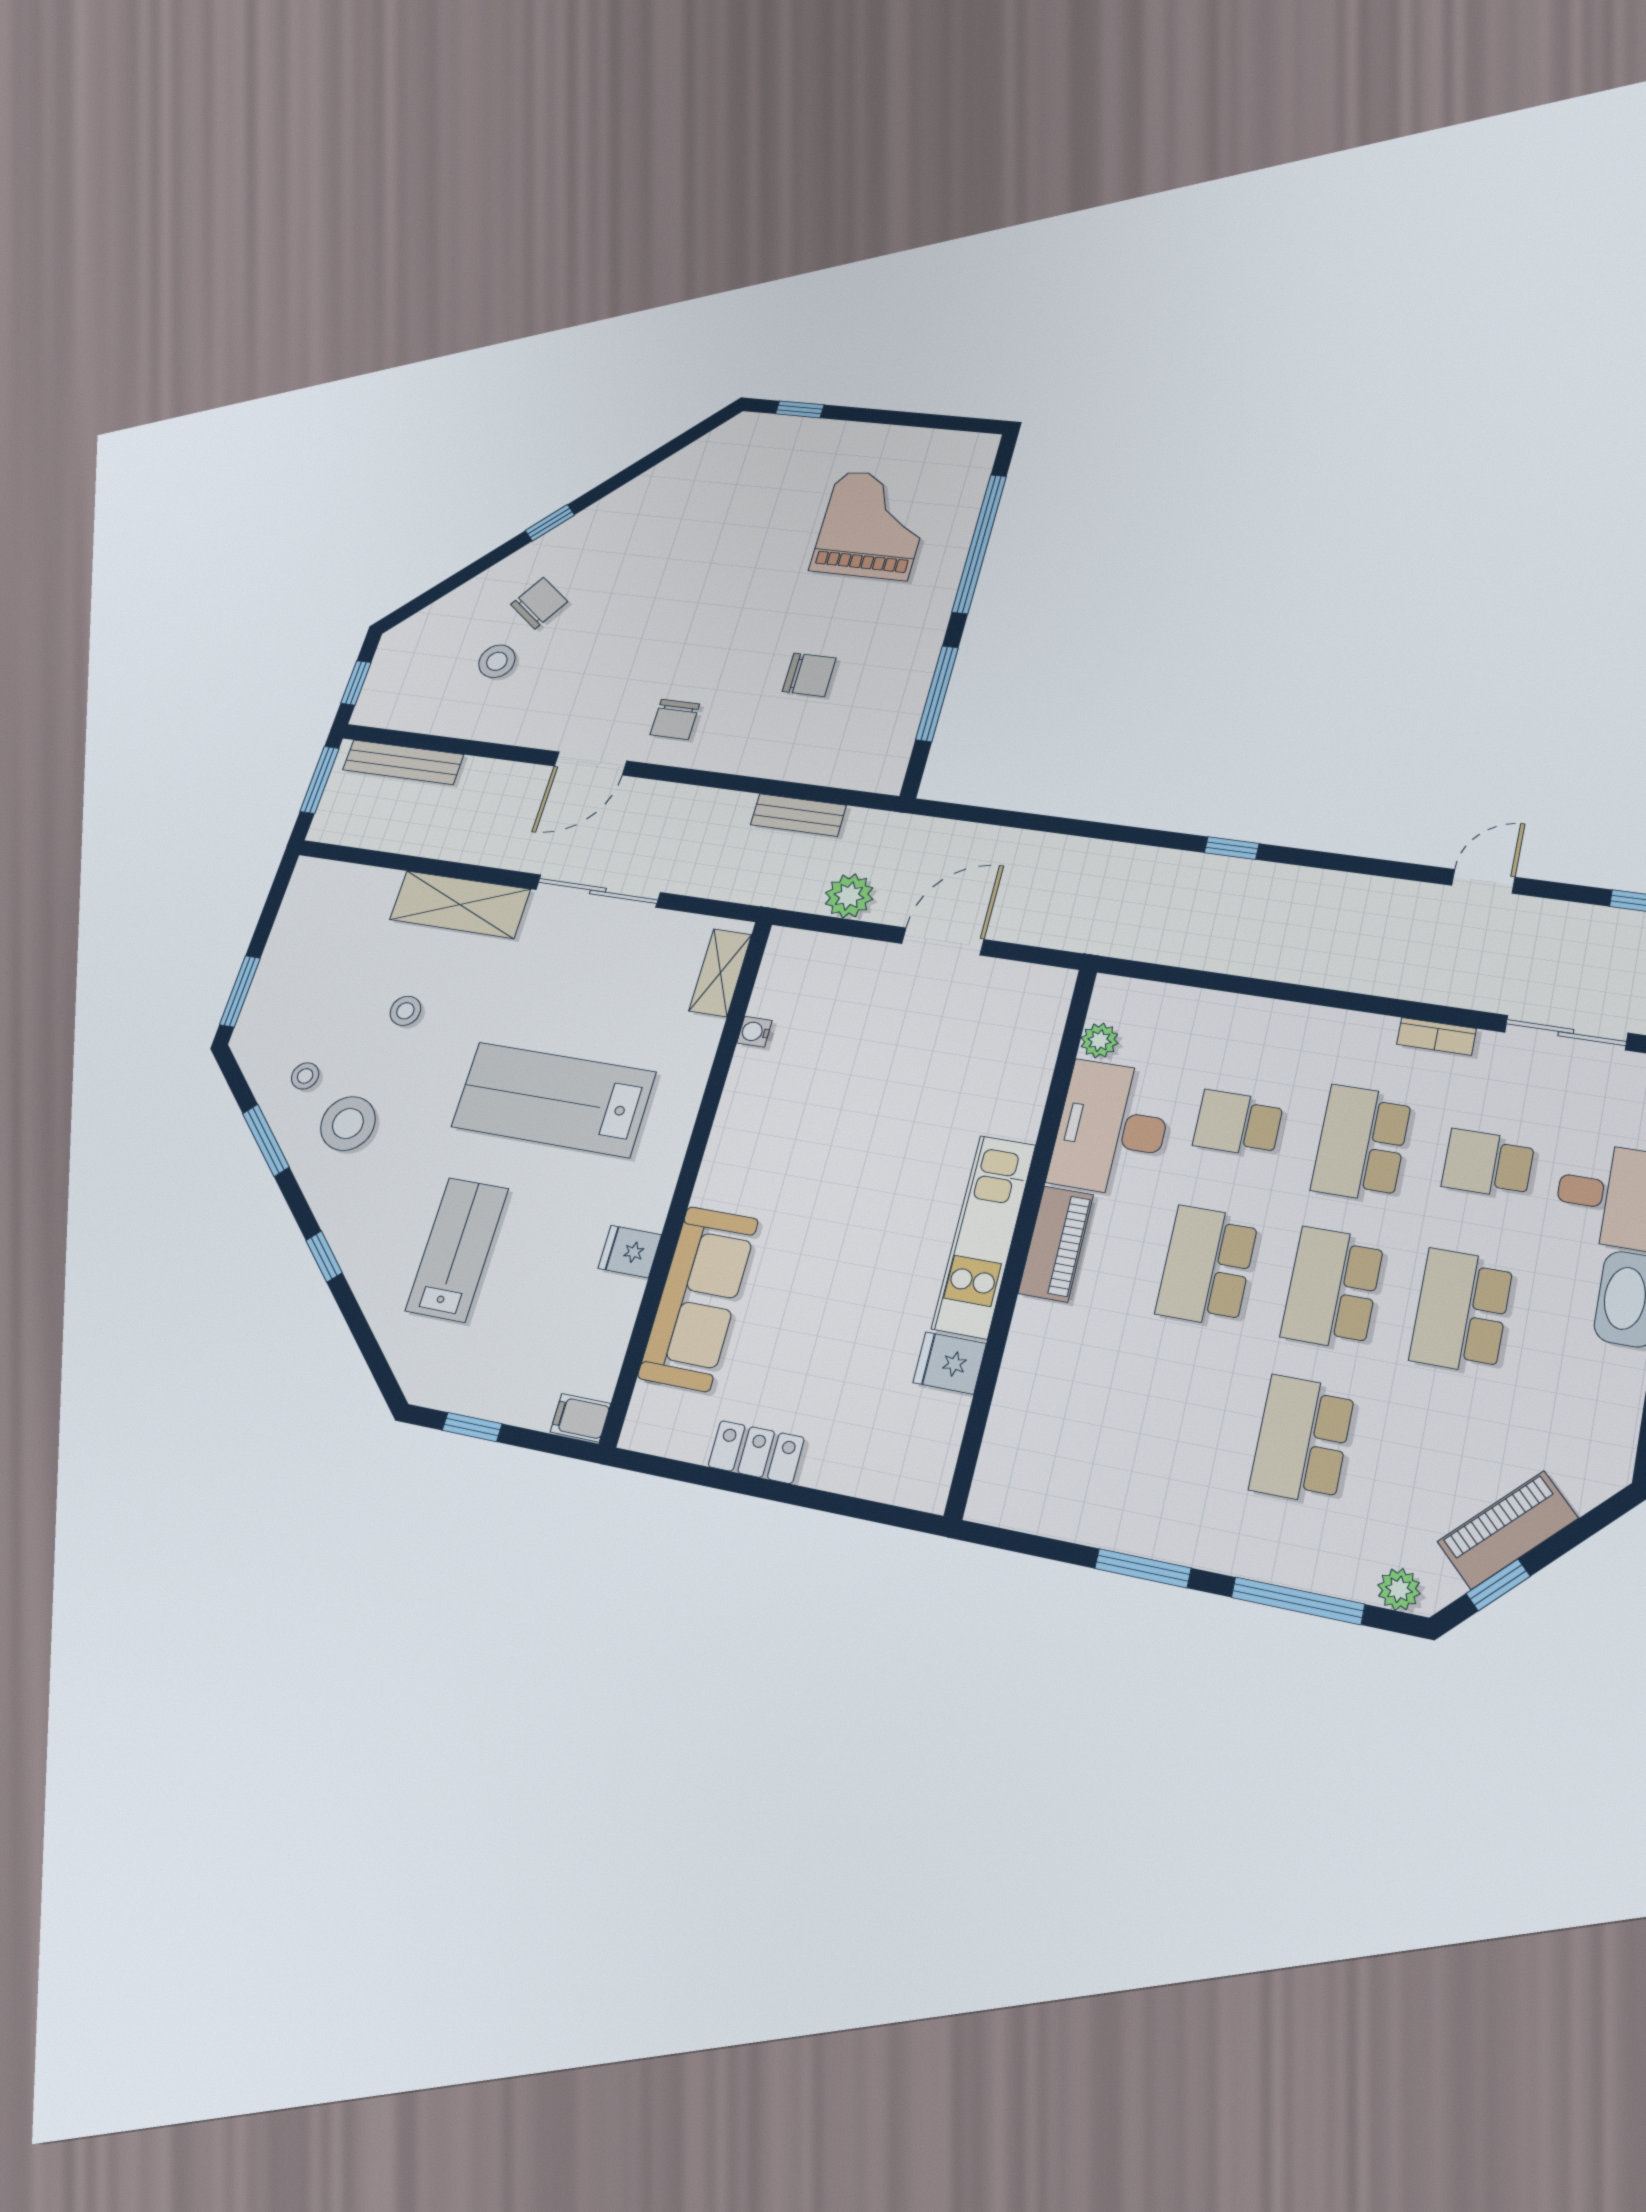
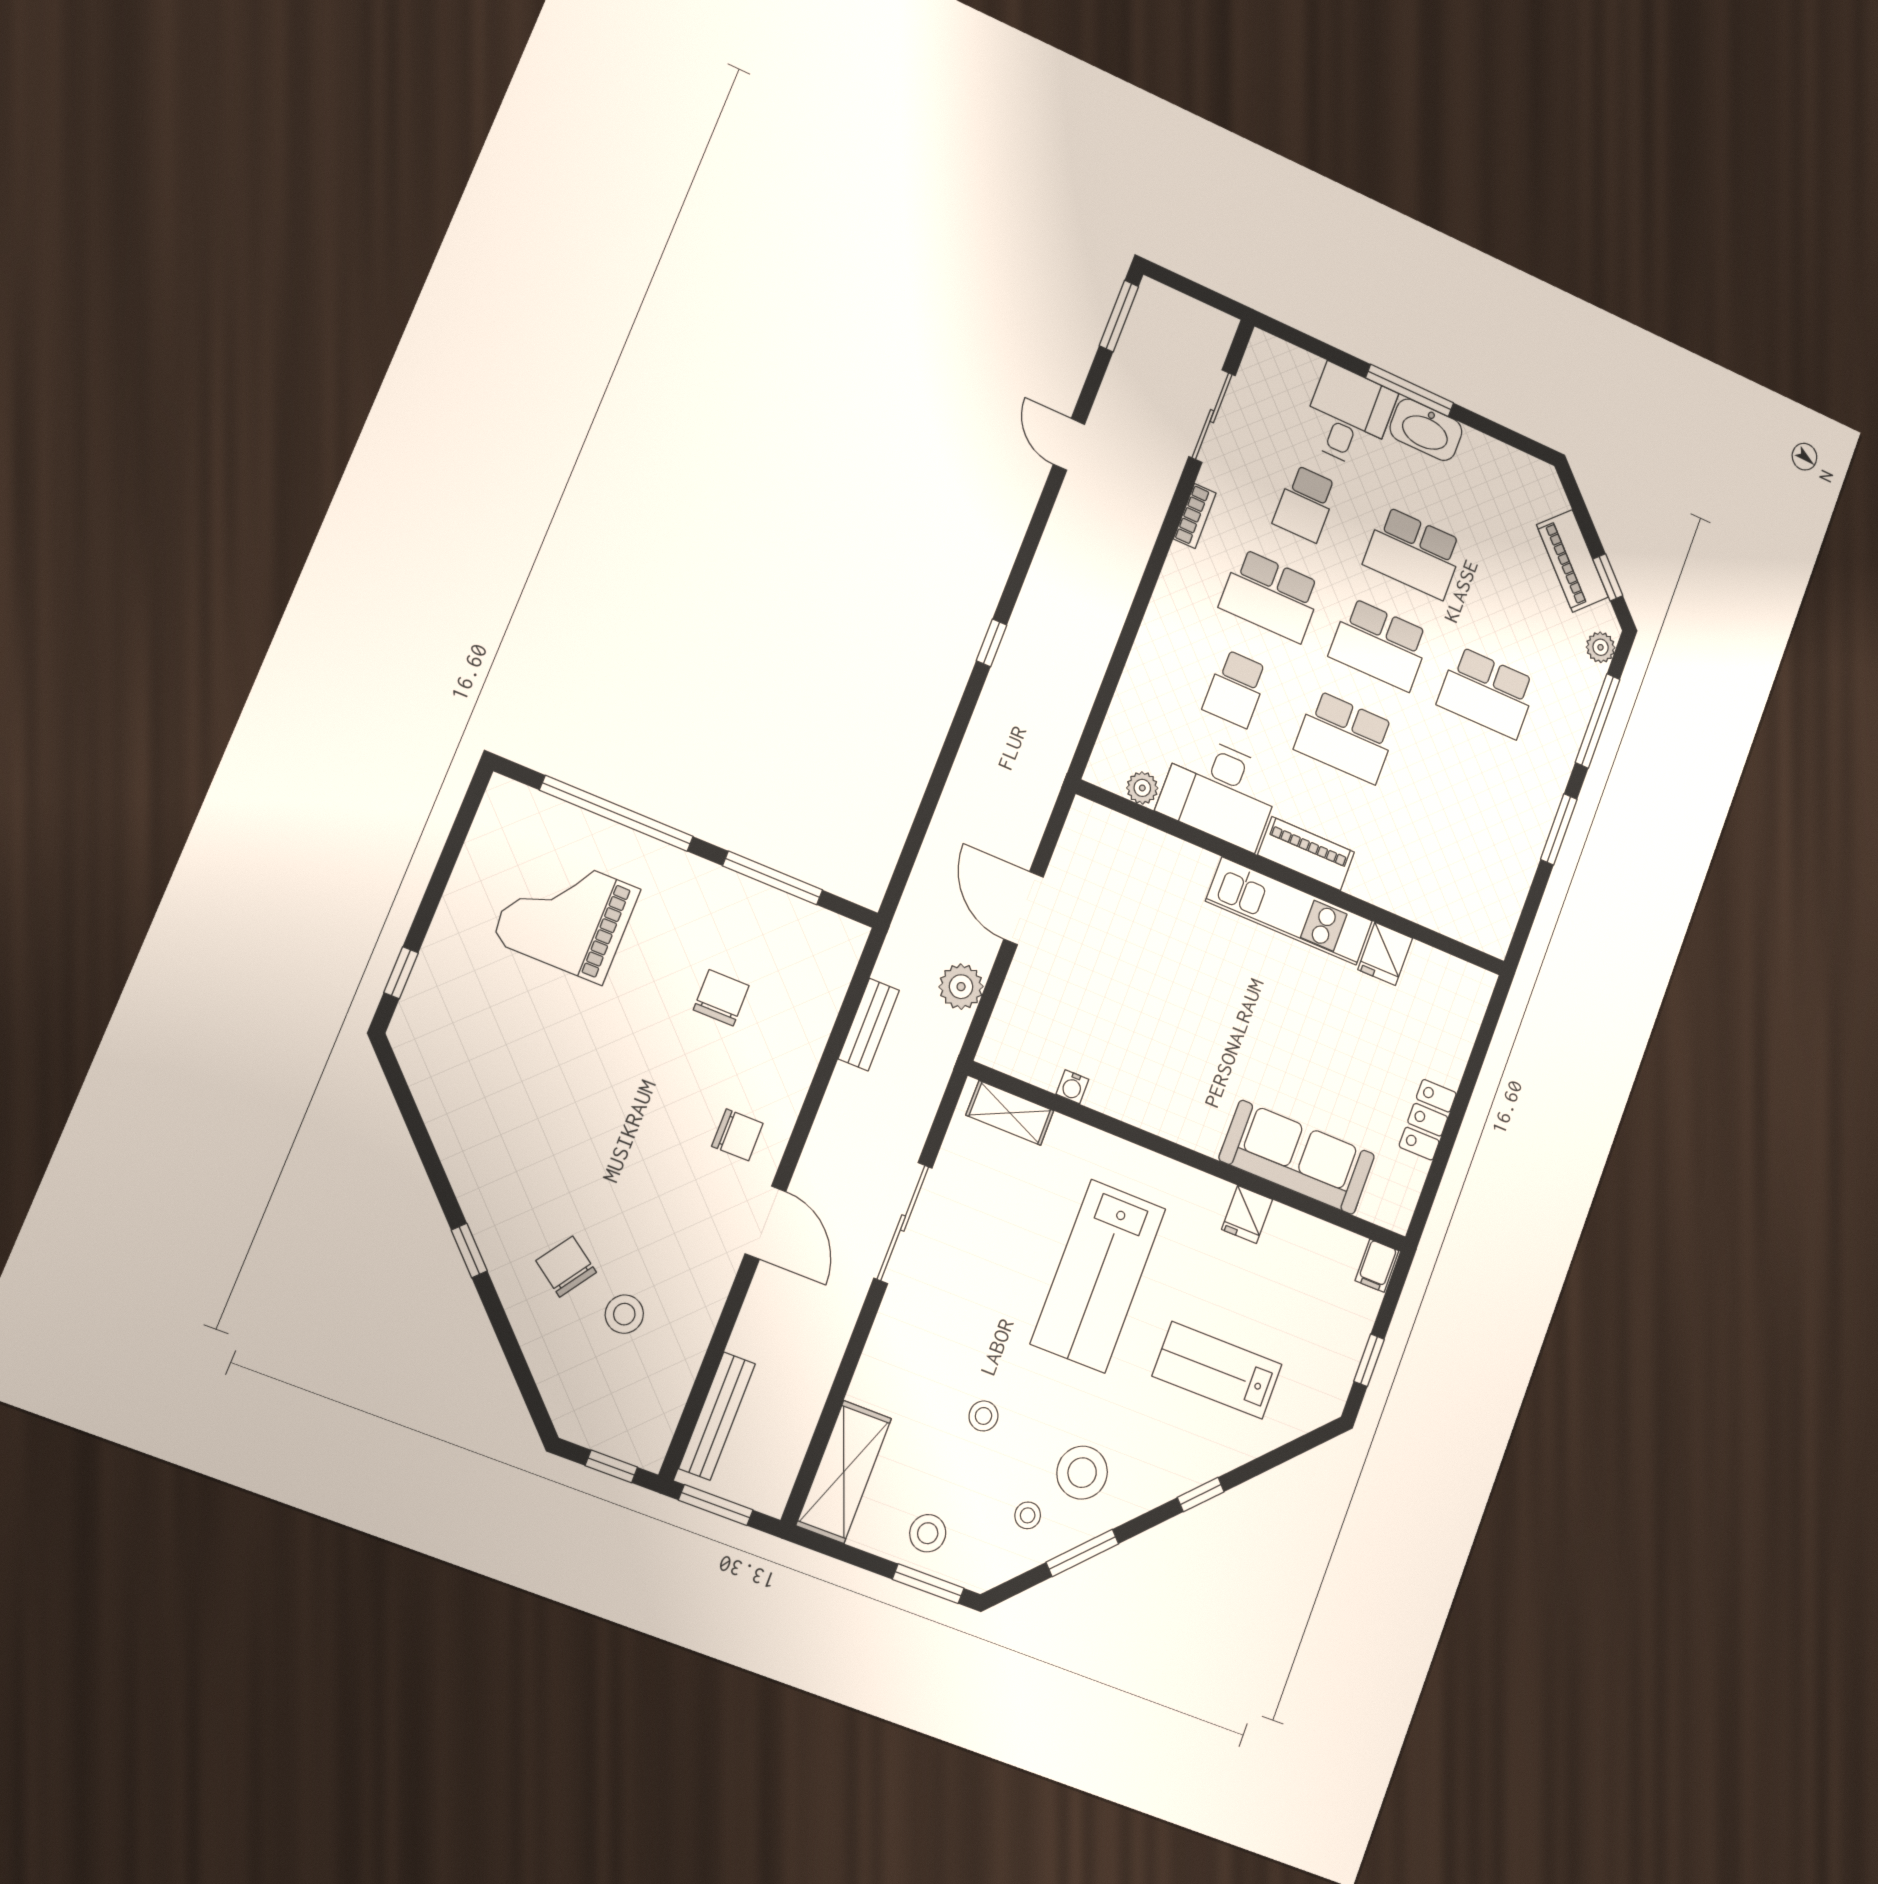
shelving: (460, 905) -> (844, 1472), moved
stool: (289, 980) -> (928, 1533), added

